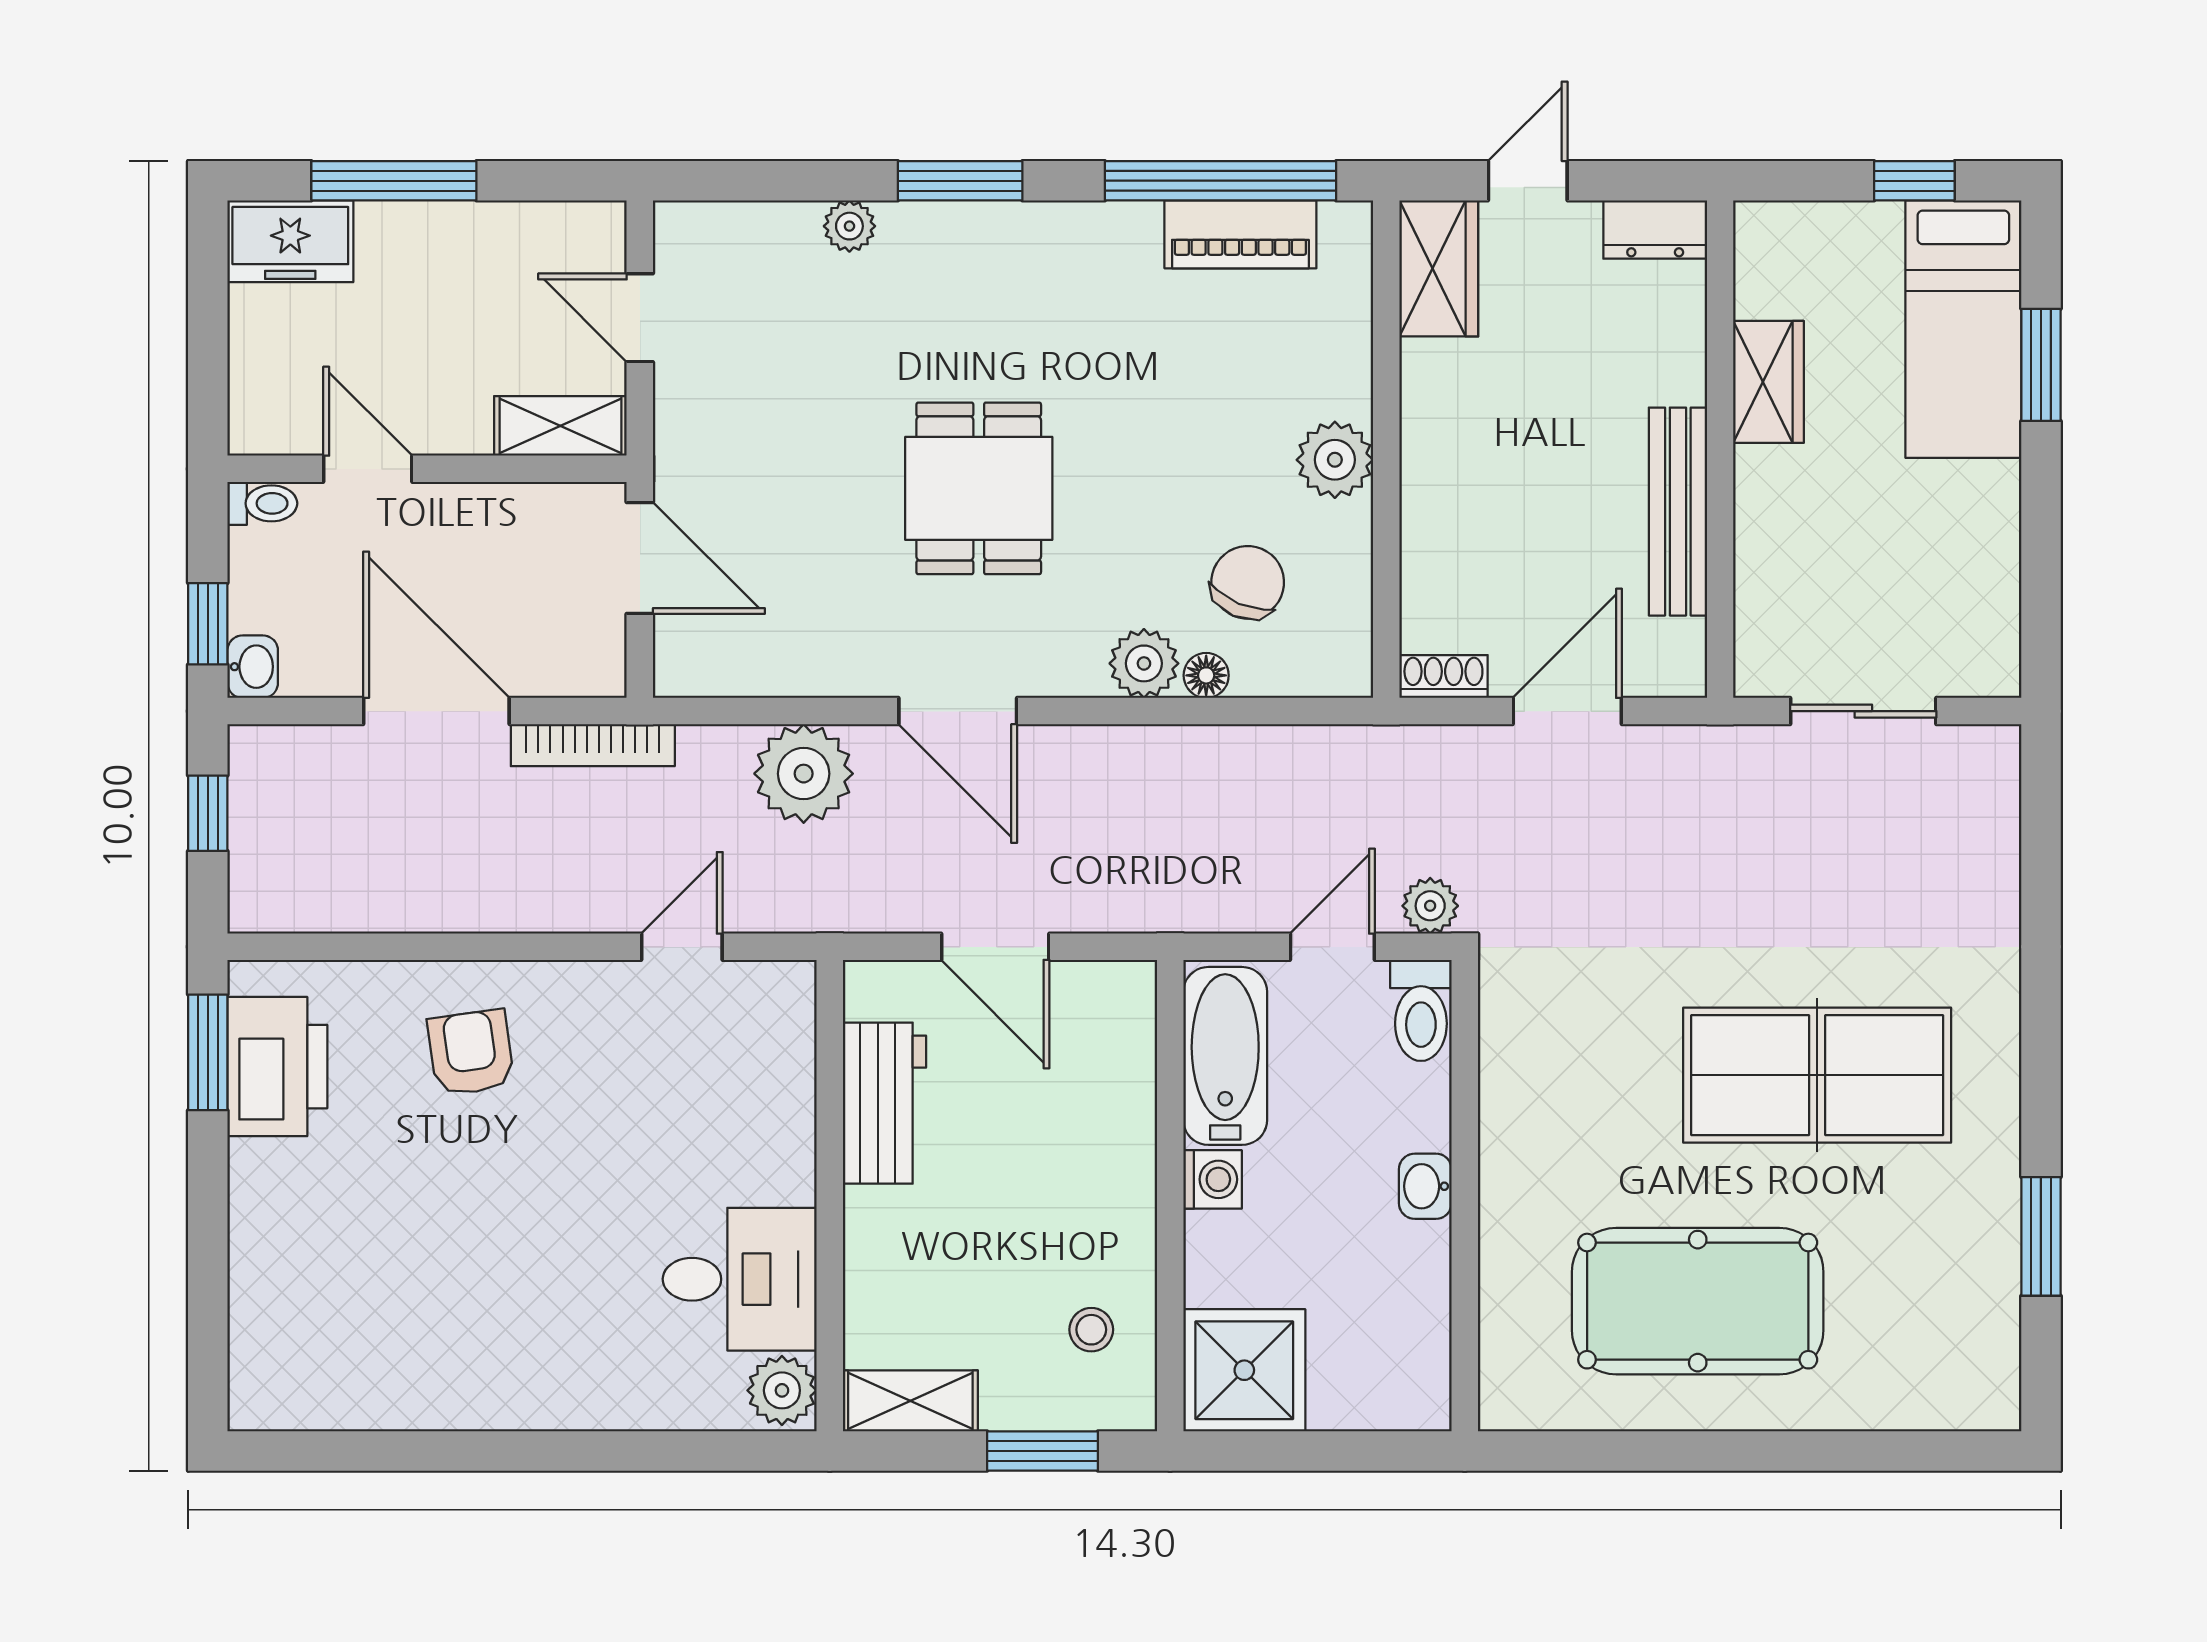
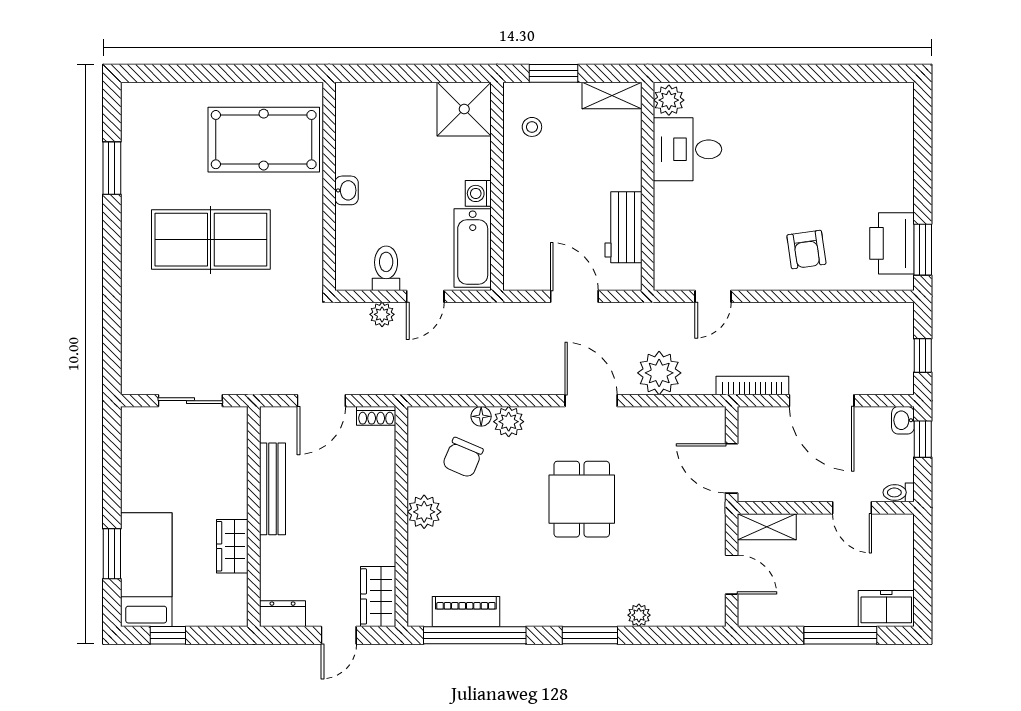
washbasin: (1425, 1186) -> (347, 190), moved
wall: (1465, 1196) -> (329, 186), moved

